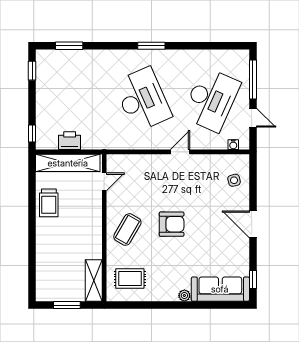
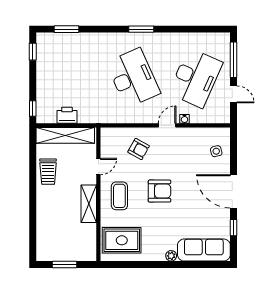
water cooler: (233, 145) -> (185, 119), moved
armchair: (149, 178) -> (139, 149), added
door: (104, 182) -> (98, 166), moved
door: (253, 224) -> (233, 191), width x1.36
coffee table: (127, 229) -> (119, 196), turned -30
rug: (130, 278) -> (122, 240), width x1.36, depth x1.43
shelving: (94, 280) -> (89, 204), moved
window: (253, 280) -> (233, 228), moved

